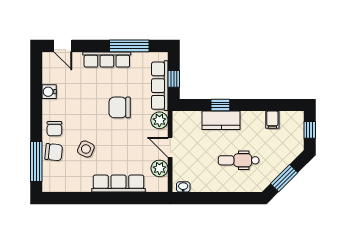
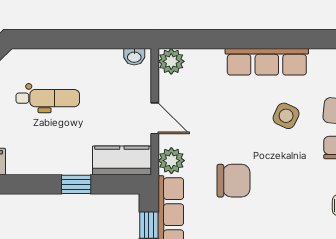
kitchen counter: (221, 120) -> (122, 161), moved
plant: (159, 168) -> (171, 61), moved
row of seats: (118, 184) -> (267, 62), moved

